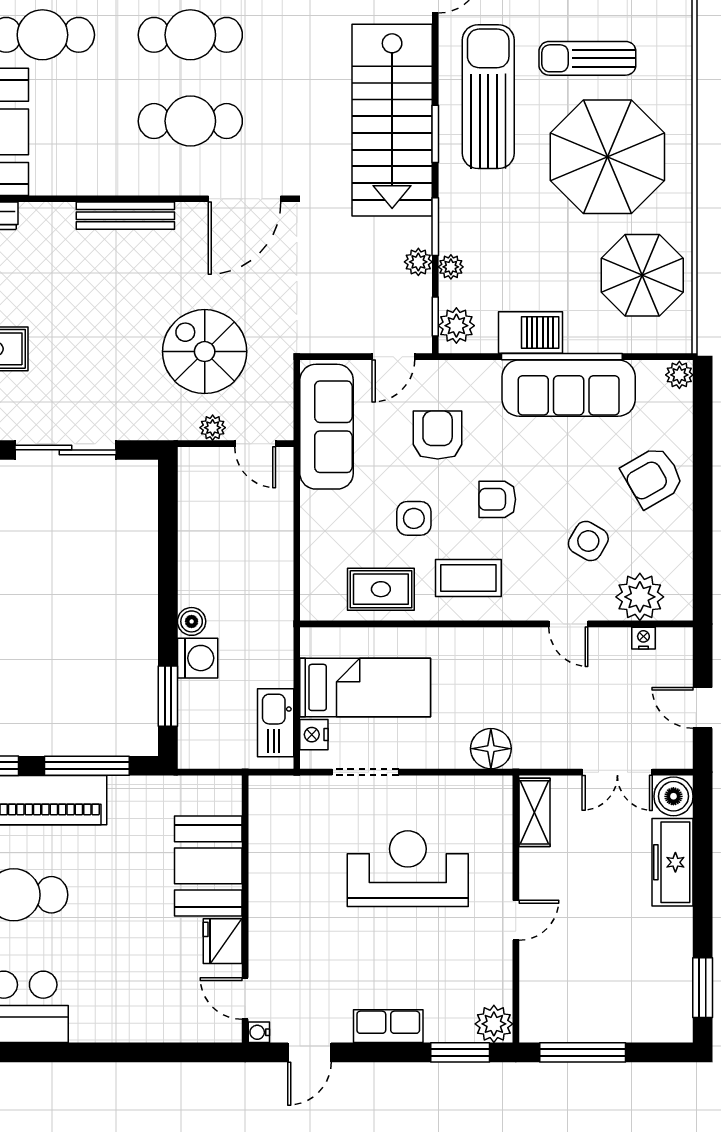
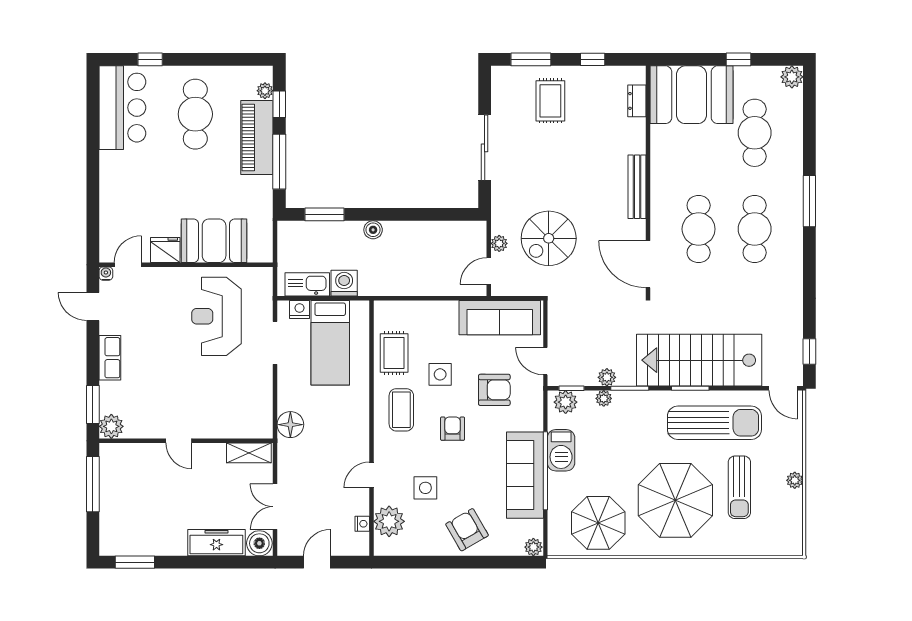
sun lounger: (587, 58) -> (739, 487), turned 180
spiral stairs: (205, 352) -> (549, 238), turned 180
side table: (588, 541) -> (425, 488), turned -30
washing machine: (198, 658) -> (344, 283), moved, turned 180
reception desk: (408, 869) -> (217, 316), moved, turned 180

